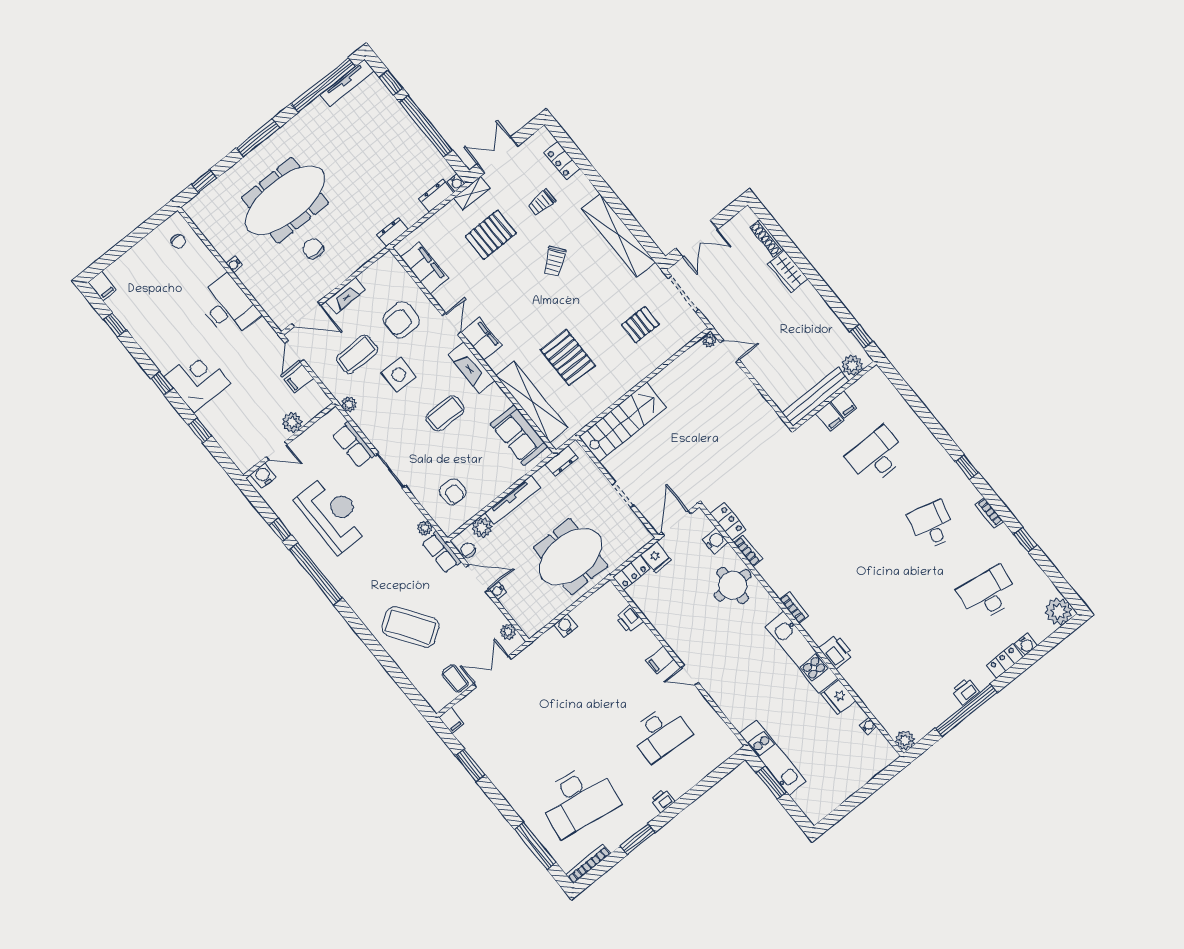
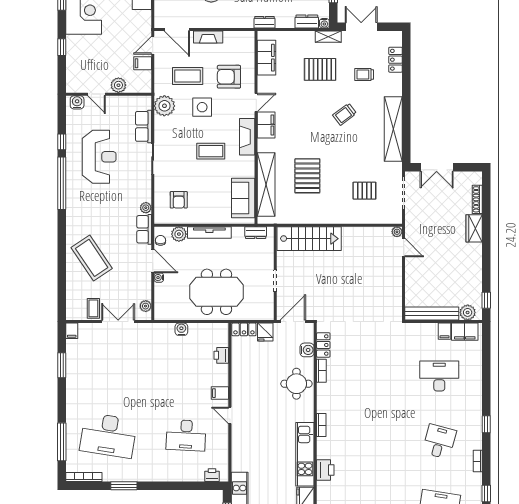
plant: (349, 404) -> (164, 106), width x1.88, depth x1.88
filing cabinet: (830, 417) -> (465, 332), moved, width x2.00
printer: (663, 801) -> (212, 475), moved

